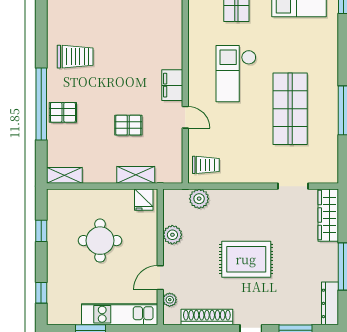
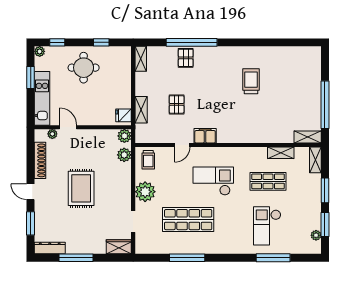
trolley: (75, 57) -> (251, 81), moved, turned 180
plant: (251, 169) -> (145, 192), added
wardrobe: (328, 215) -> (119, 247), width x0.67
plant: (172, 235) -> (124, 136), moved
round table: (100, 241) -> (84, 68), moved
plant: (54, 318) -> (40, 51), added

